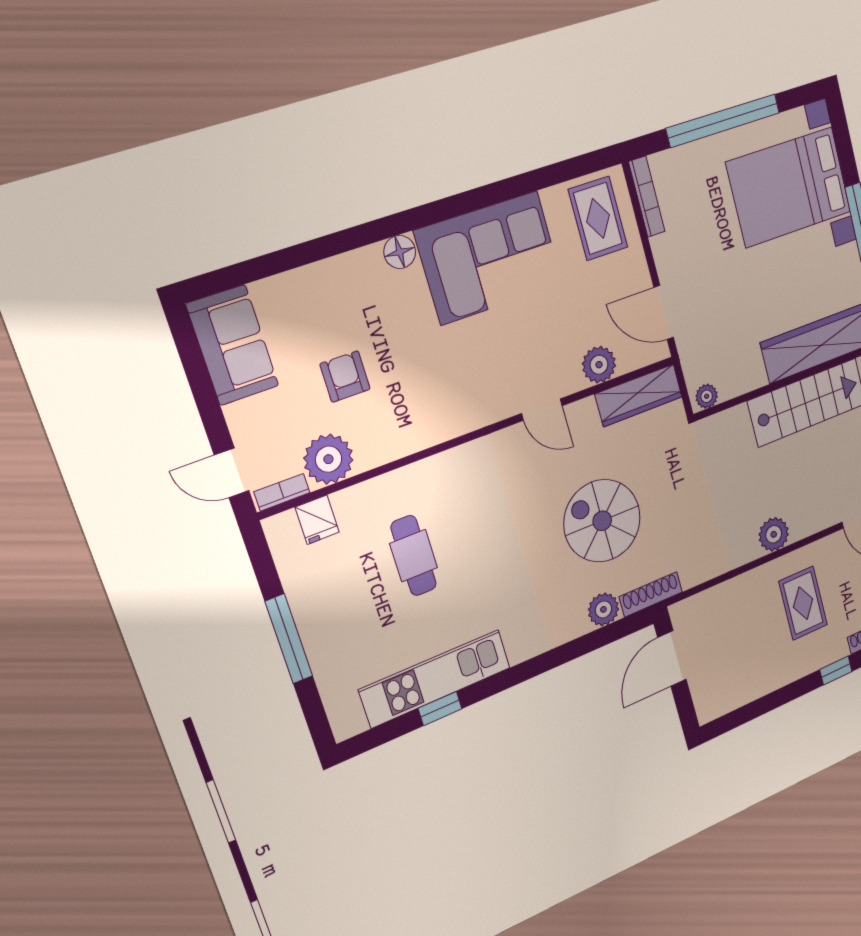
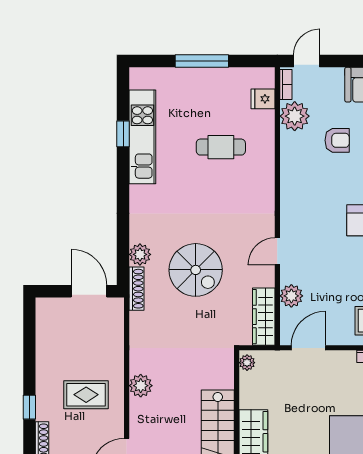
spiral stairs: (602, 521) -> (196, 270), turned 90

